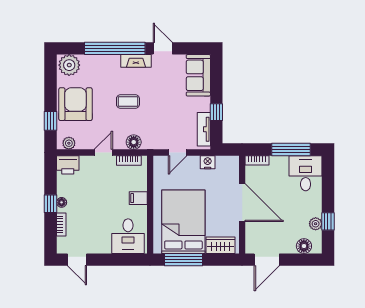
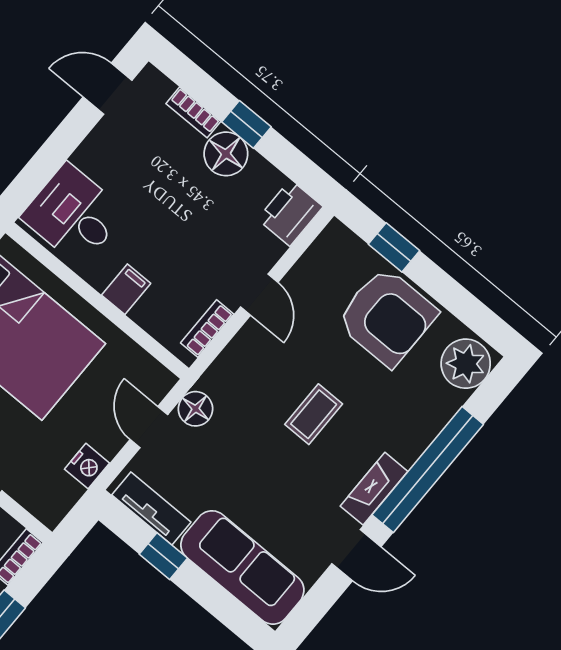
sofa: (198, 75) -> (242, 567), width x1.36
floor lamp: (134, 142) -> (195, 409), moved
plant: (69, 143) -> (327, 247), removed
floor lamp: (62, 202) -> (226, 154), width x1.89, depth x1.89

